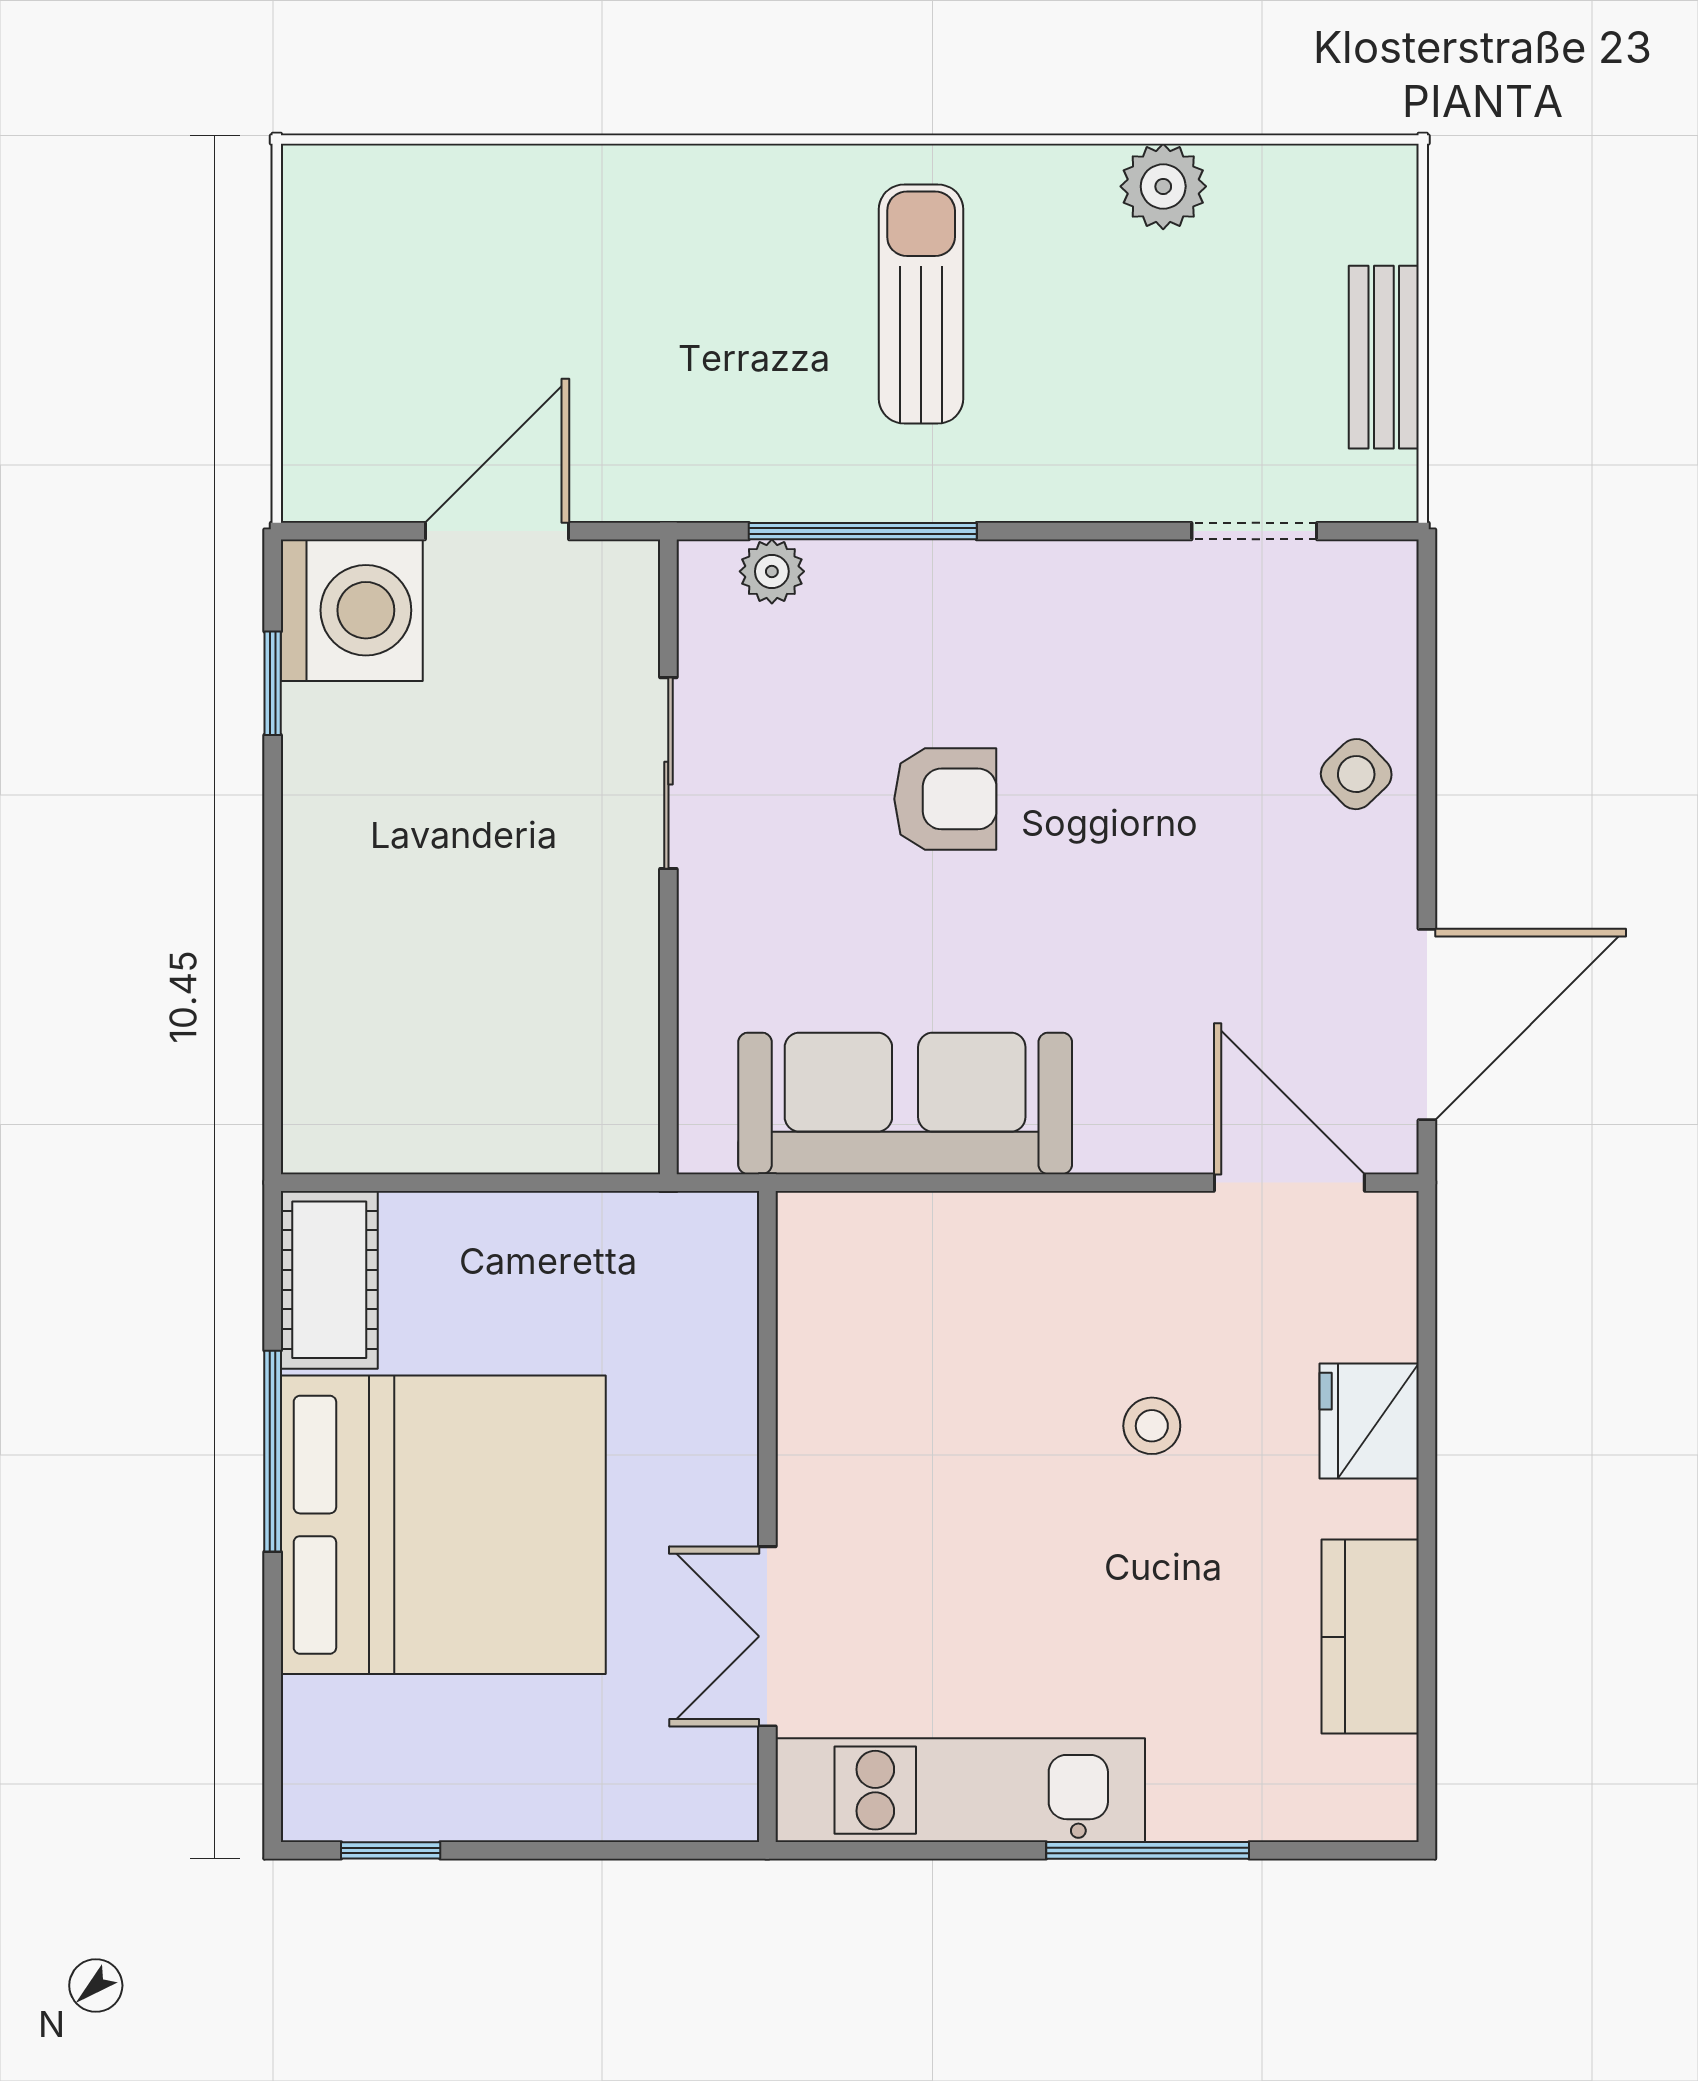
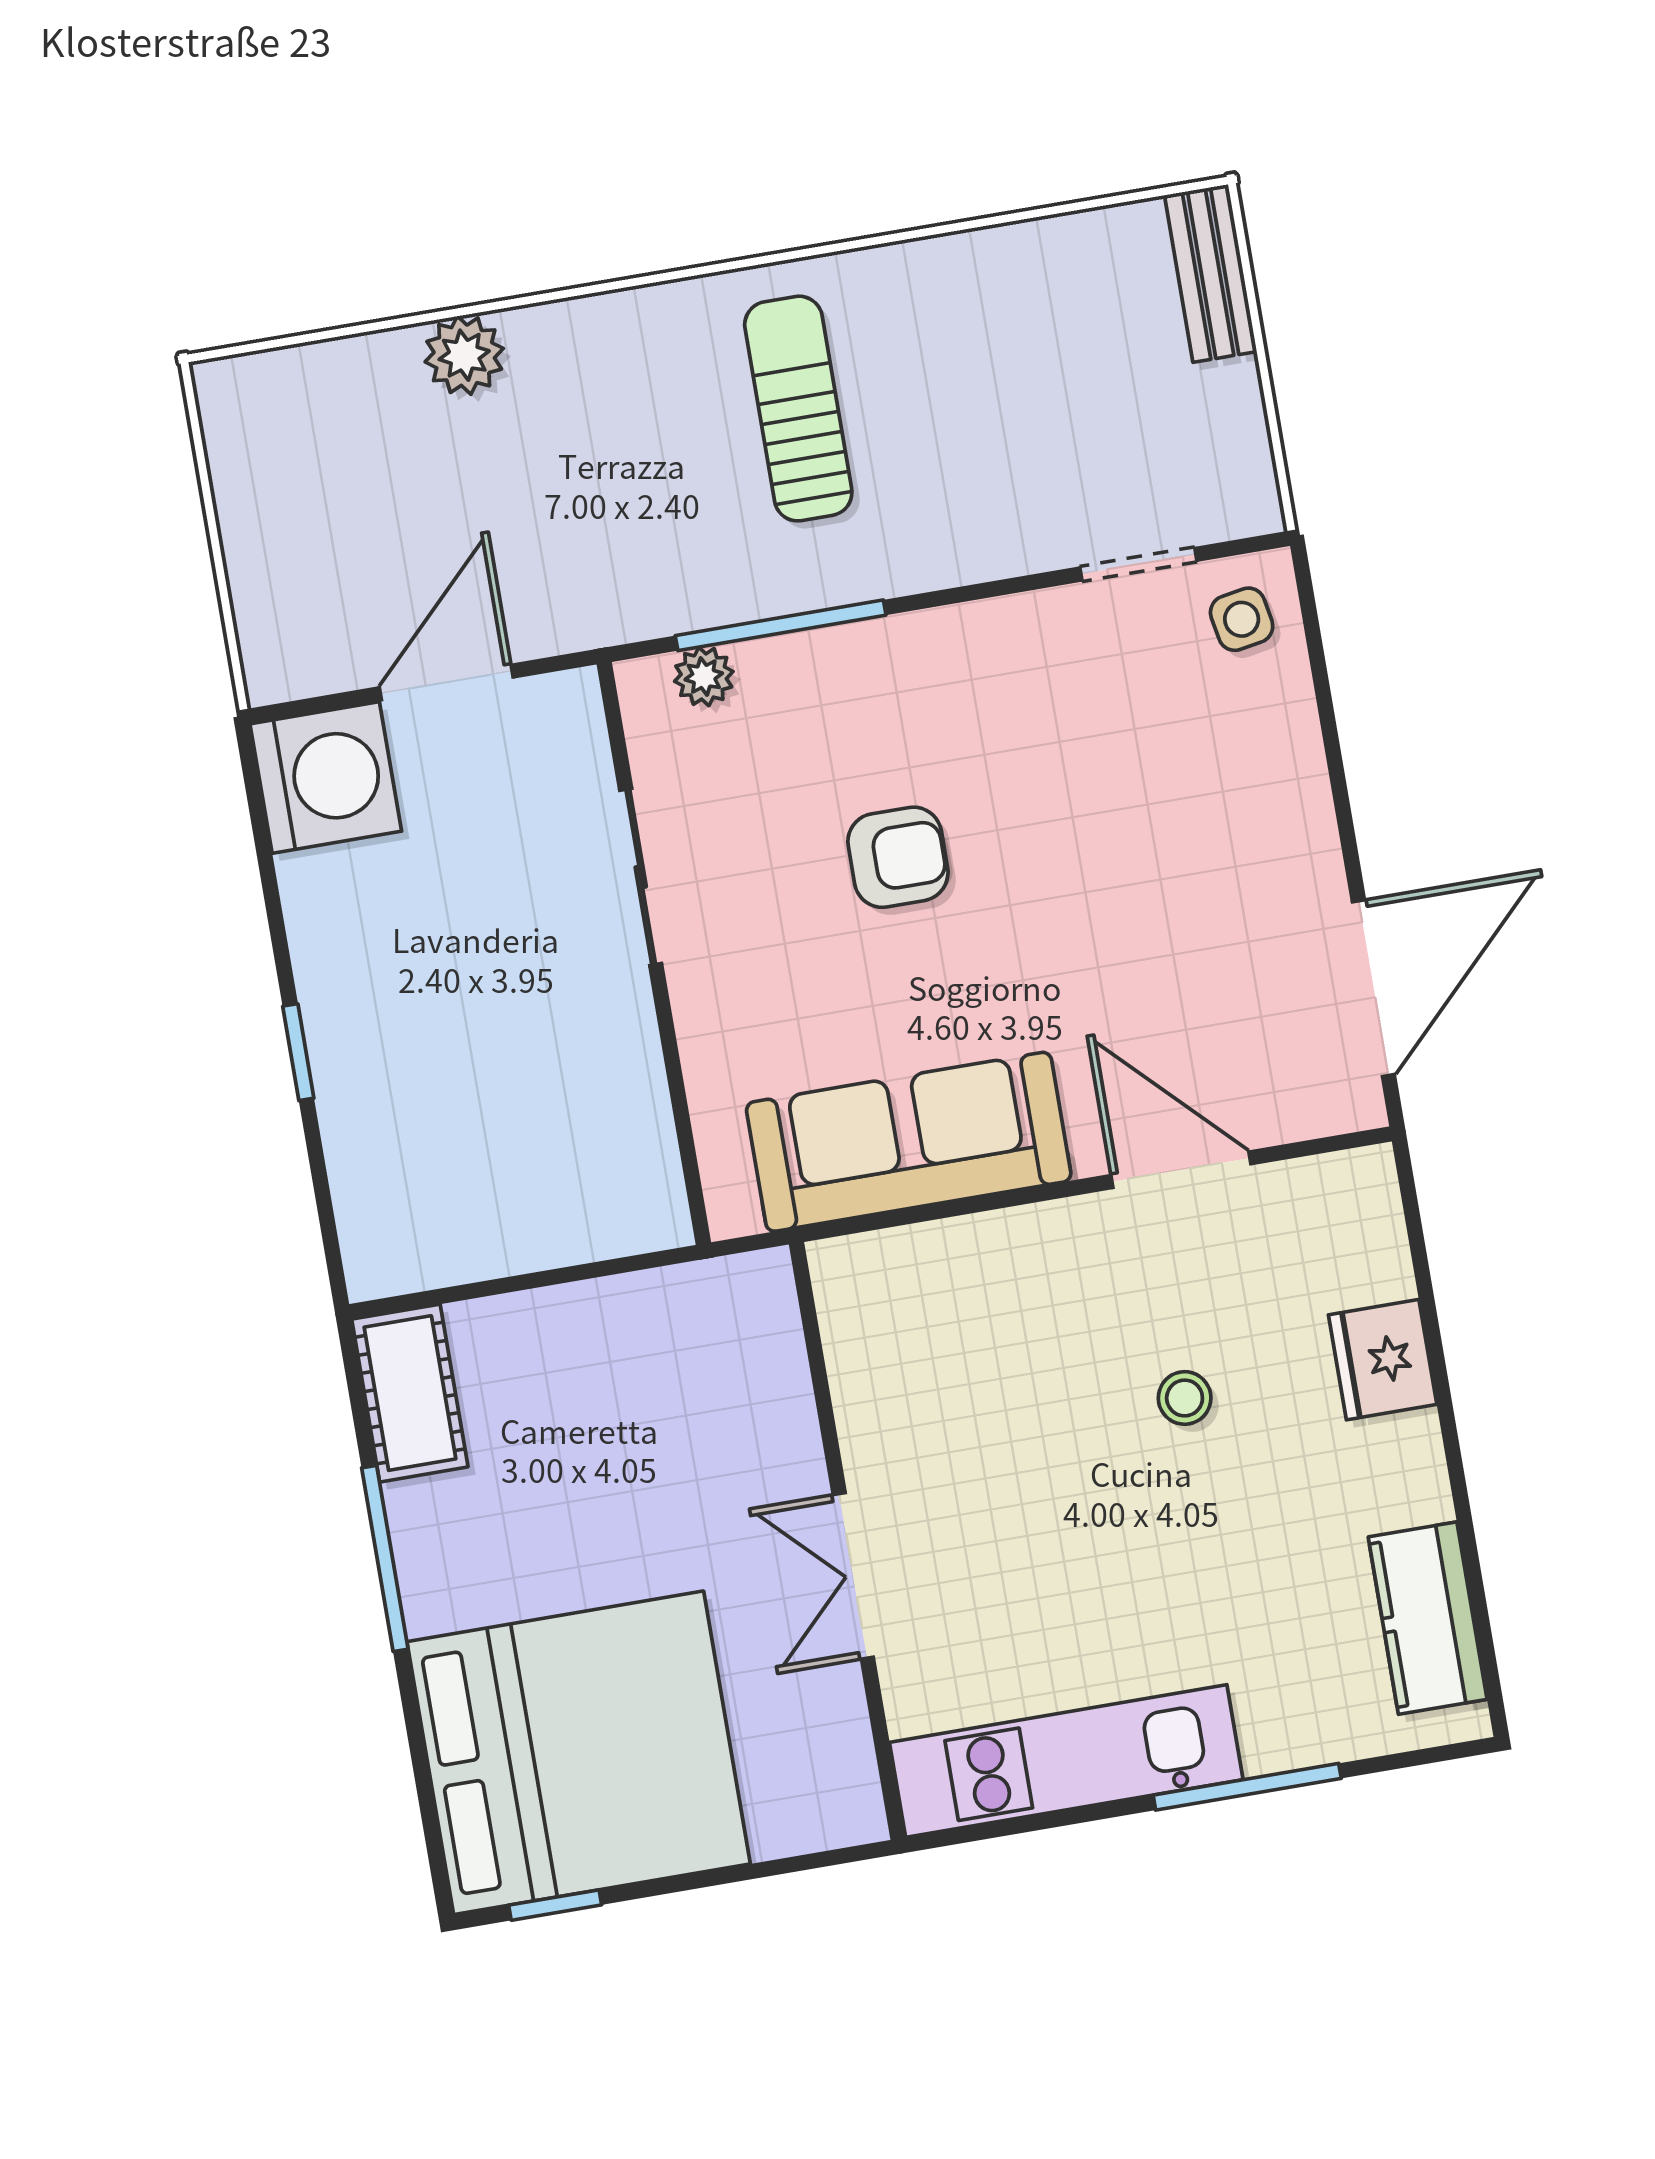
plant: (1163, 186) -> (464, 355), moved
bench: (1384, 357) -> (1211, 273), moved
window: (273, 683) -> (298, 1052), moved
side table: (1356, 774) -> (1242, 619), moved, turned 34
door: (1289, 1183) -> (1181, 1170), moved
bed: (443, 1525) -> (579, 1753), moved
double door: (767, 1636) -> (853, 1576), moved
kitchen counter: (1370, 1637) -> (1428, 1618), moved

